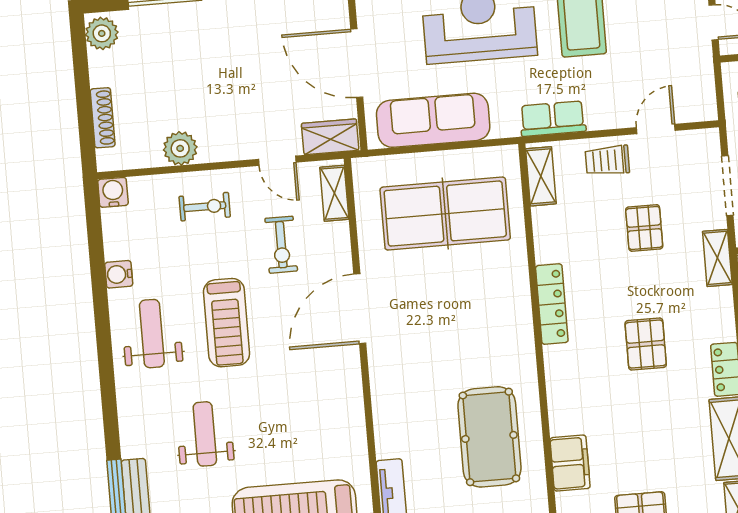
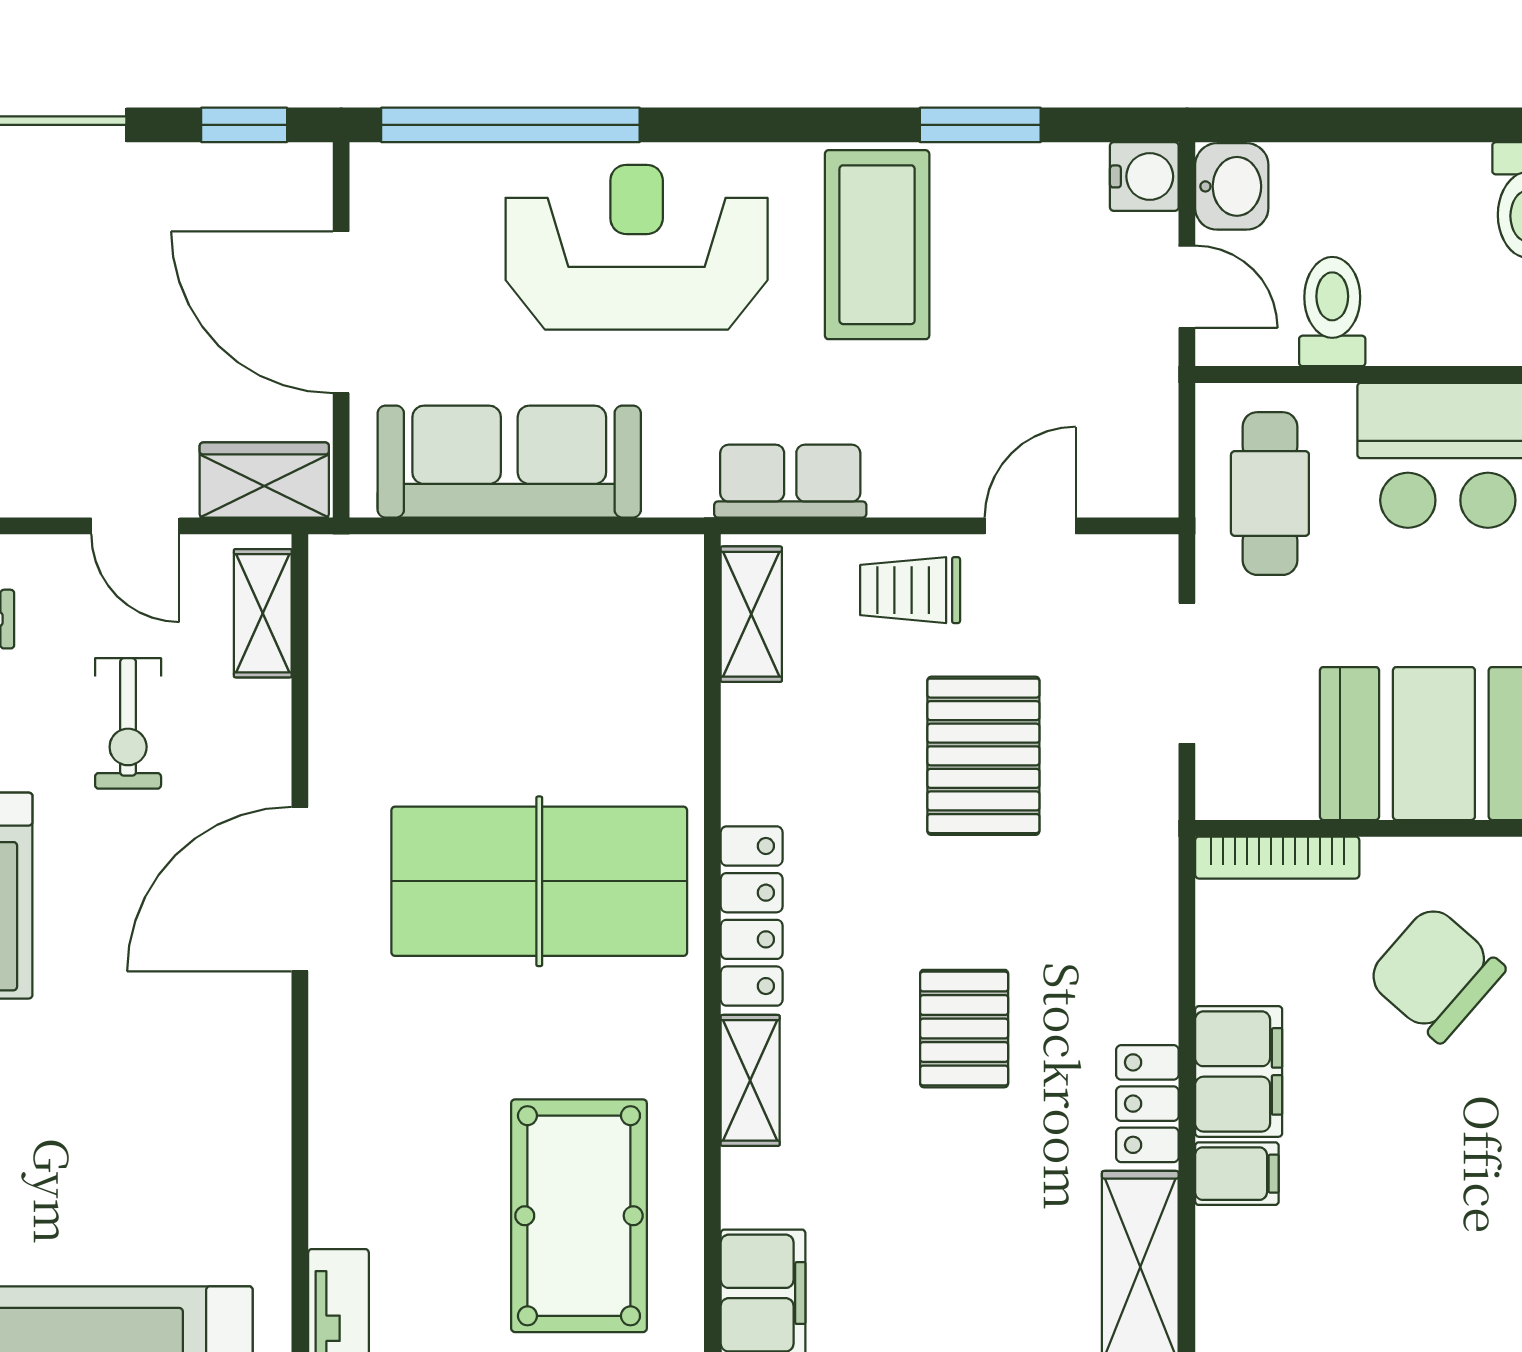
table tennis table: (445, 214) -> (539, 881), moved
pallet: (644, 228) -> (983, 756), width x1.50, depth x1.42
shelving: (717, 258) -> (750, 1080), moved

